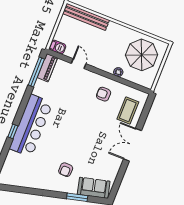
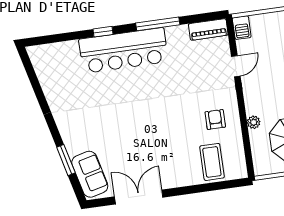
window: (36, 72) -> (158, 24), moved
coffee table: (128, 110) -> (212, 162), turned 90
double door: (132, 145) -> (139, 197), moved
armchair: (66, 170) -> (93, 126), removed

